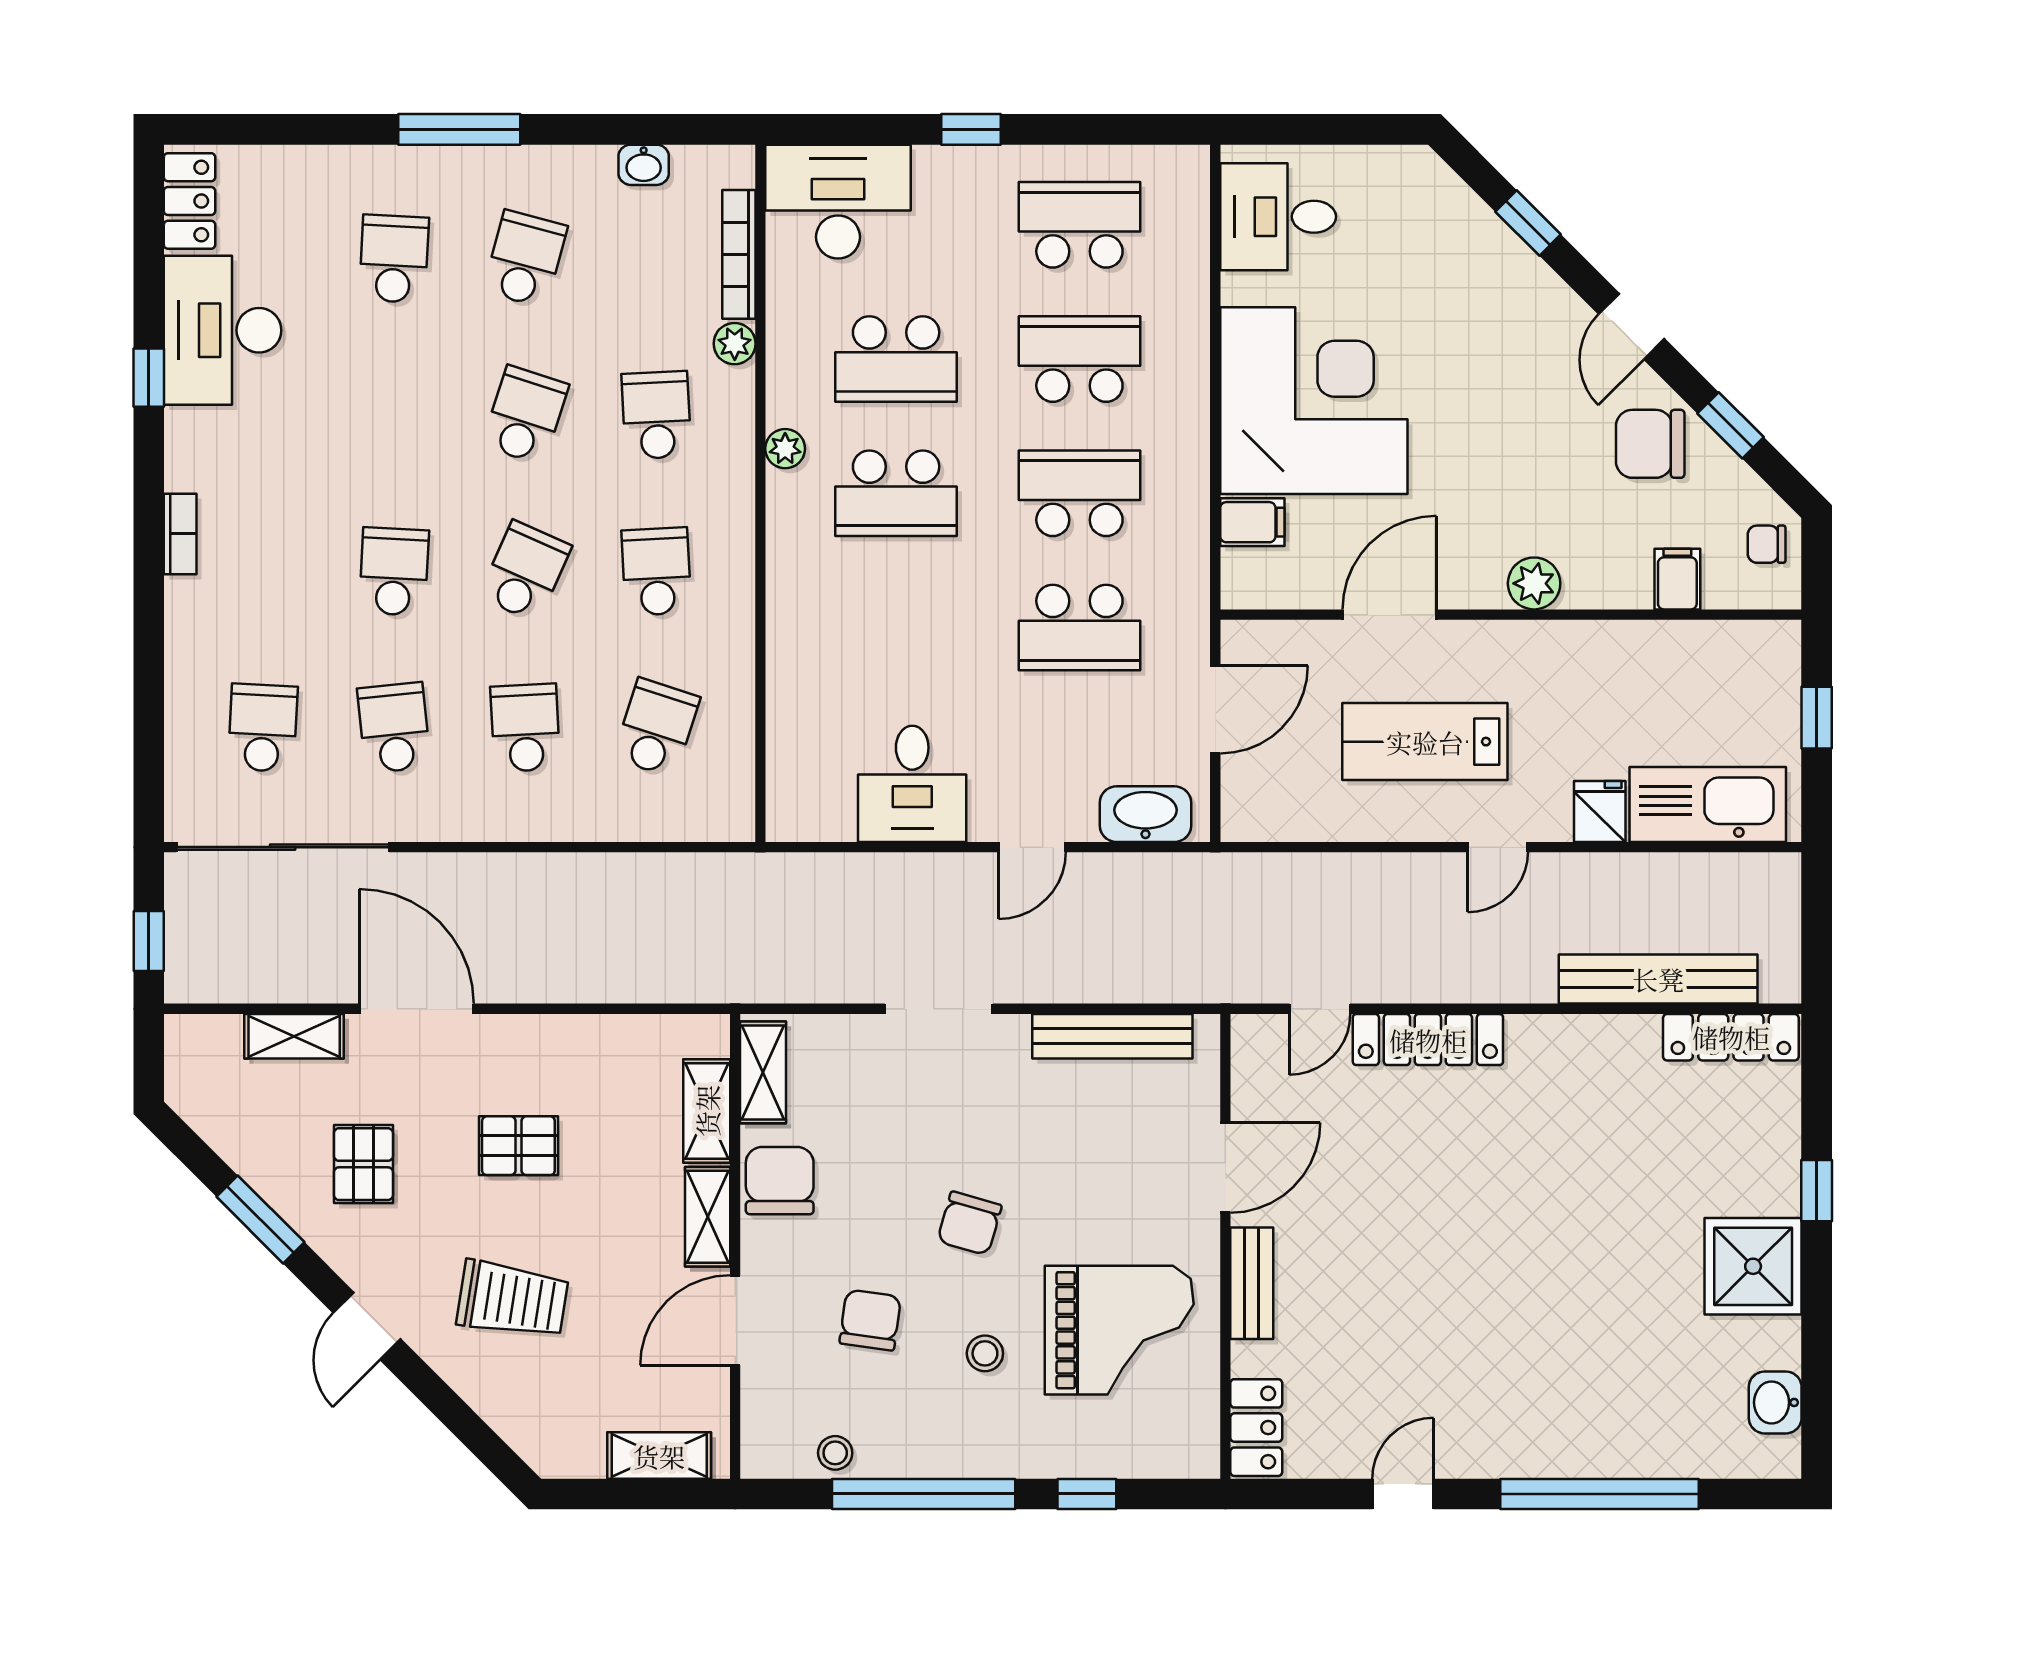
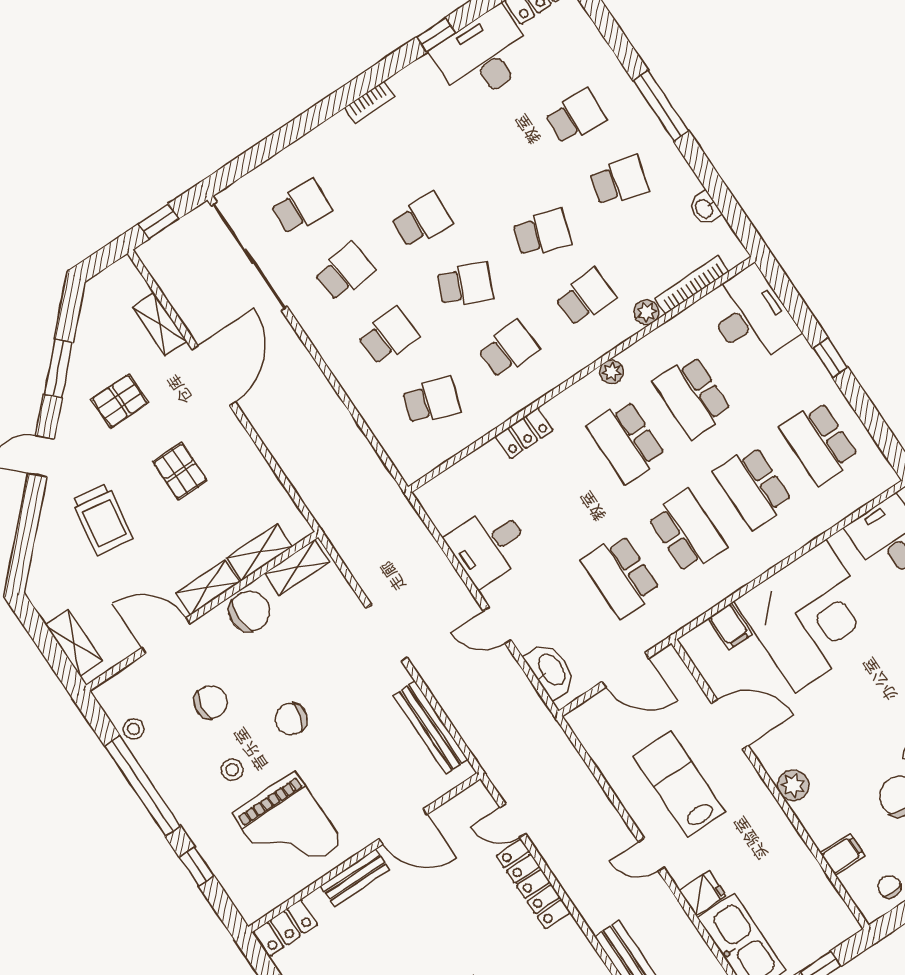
school desk: (1079, 225) -> (819, 443), turned 180
school desk: (1079, 359) -> (753, 487), turned 180
locker: (789, 628) -> (524, 433), added

